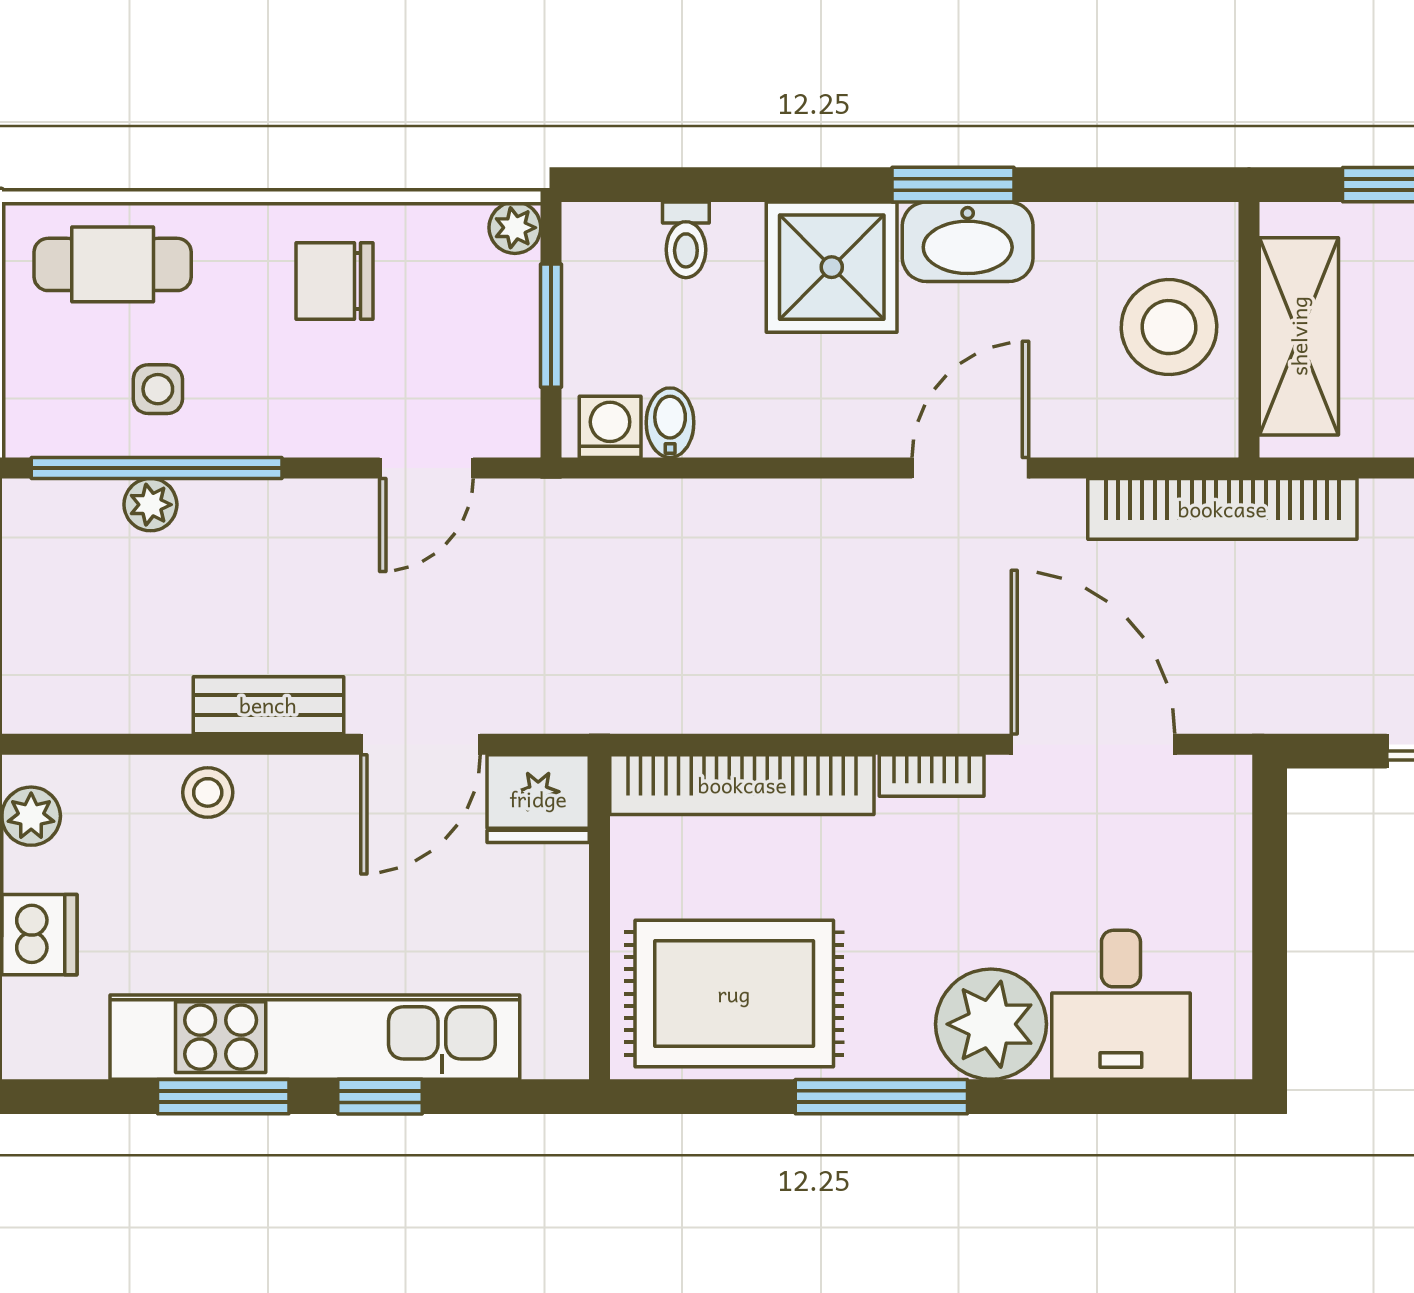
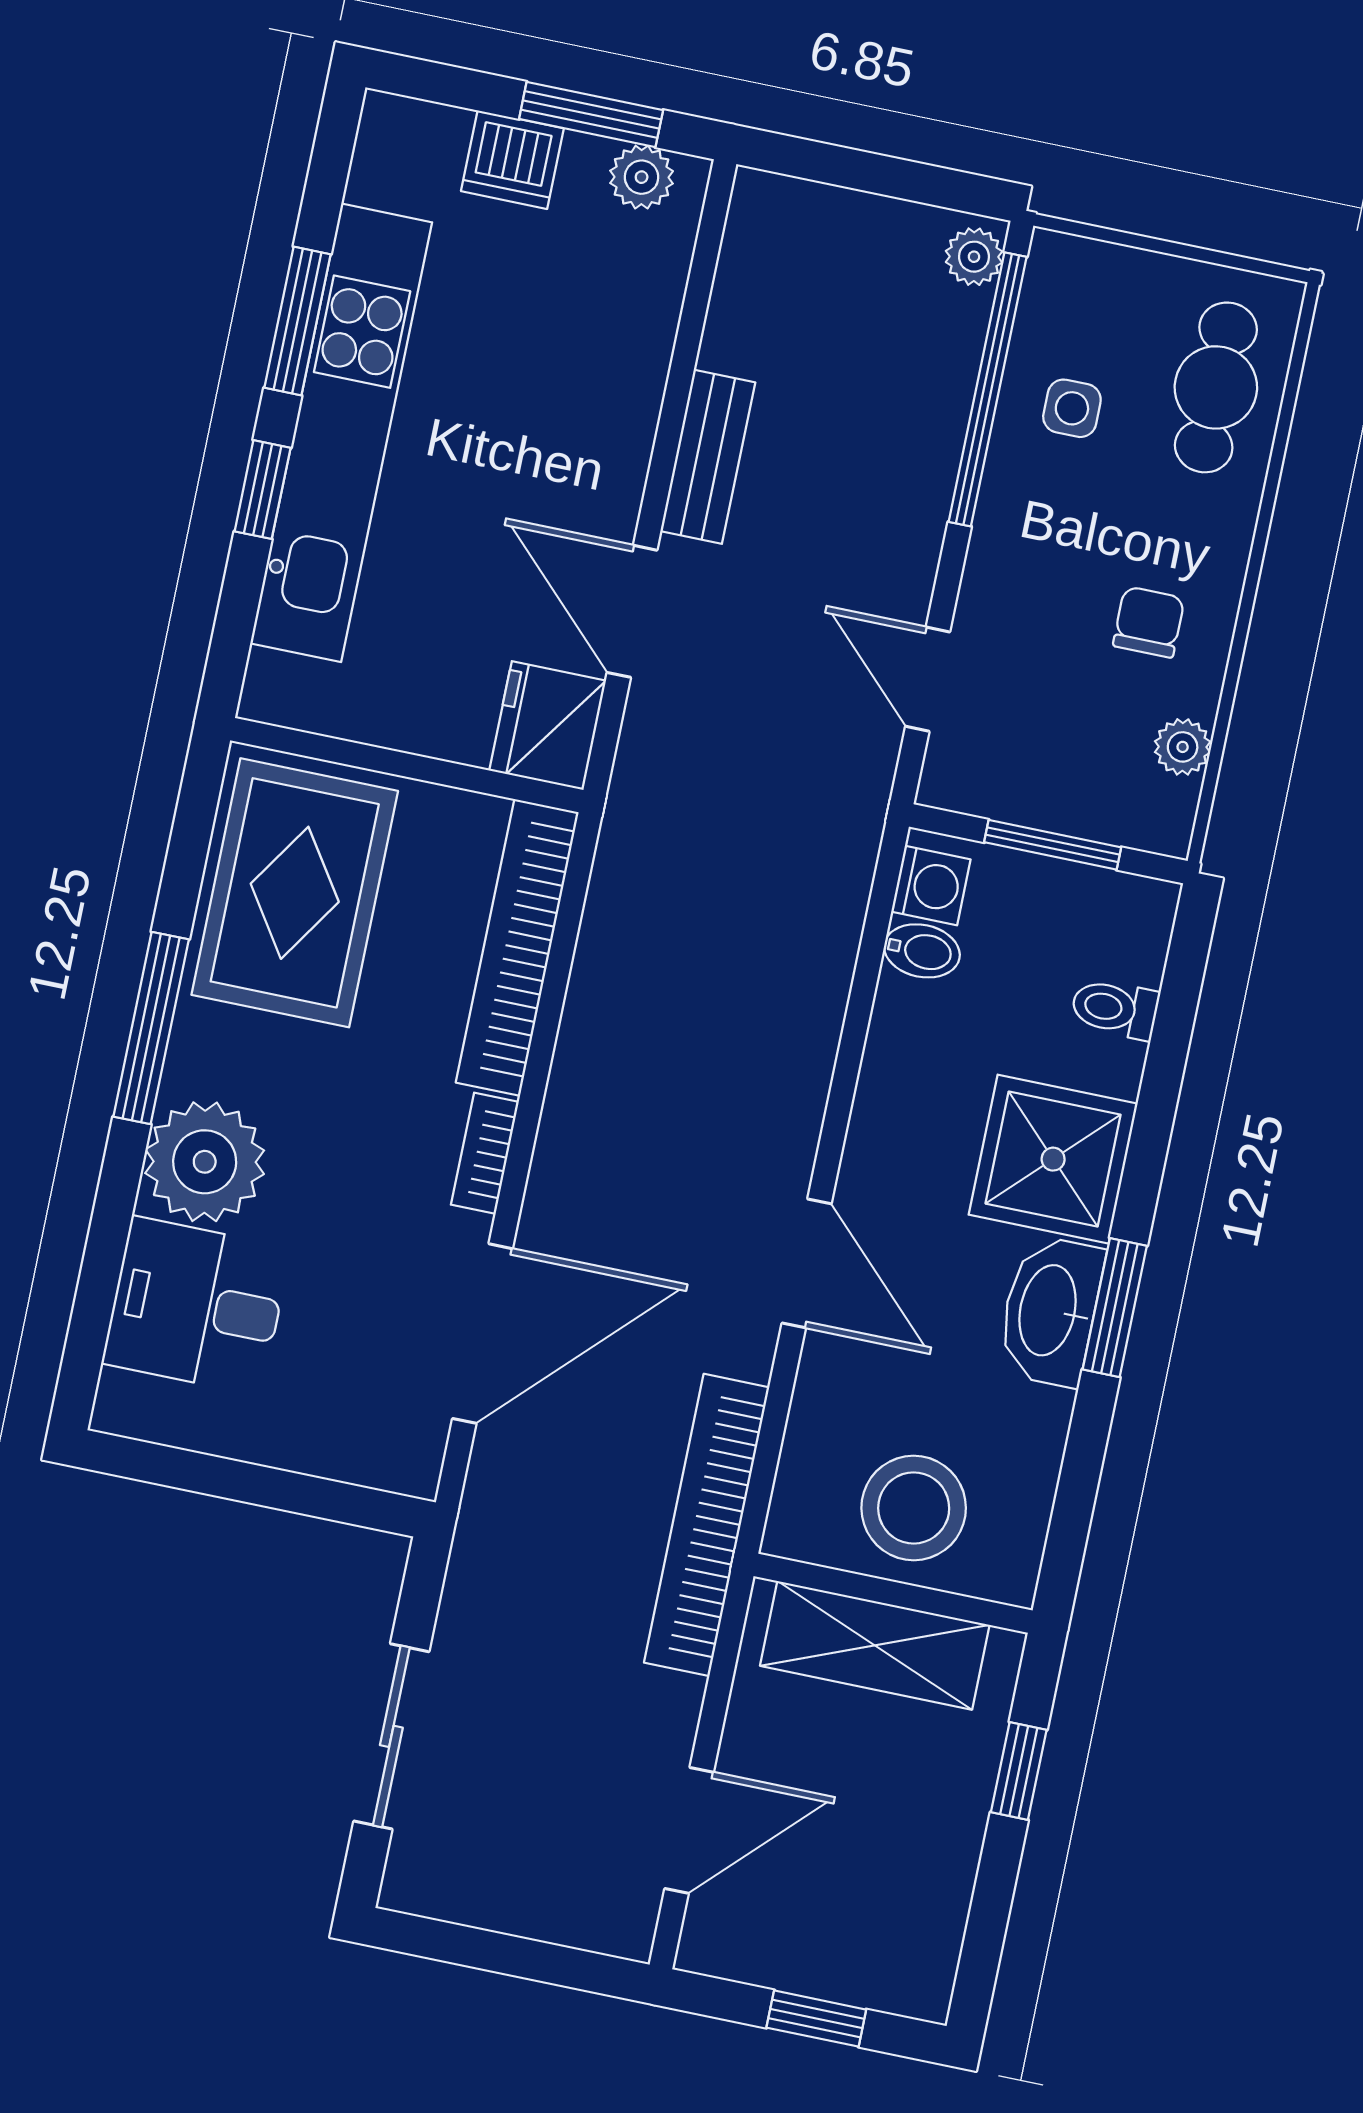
plant: (515, 228) -> (1183, 747), moved
chair: (334, 281) -> (1149, 622), width x0.73, depth x0.73
plant: (150, 505) -> (974, 257), moved
stool: (208, 792) -> (628, 372), removed

